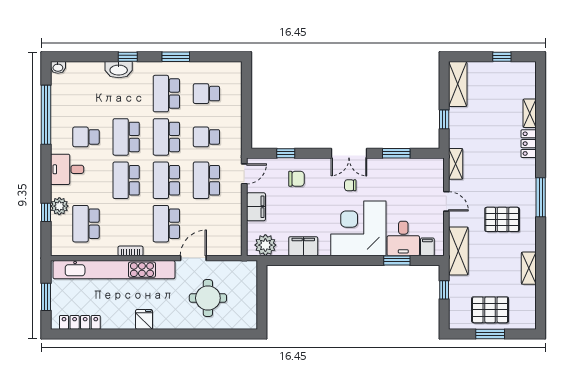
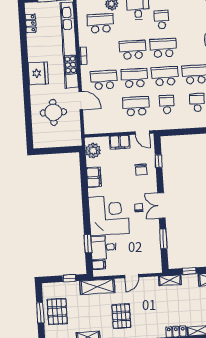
shelving: (456, 164) -> (170, 280), moved
fridge: (144, 319) -> (38, 73), width x1.88, depth x1.34
locker: (80, 322) -> (31, 23), width x0.66

